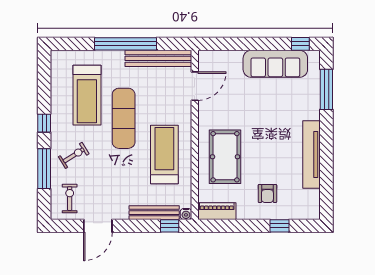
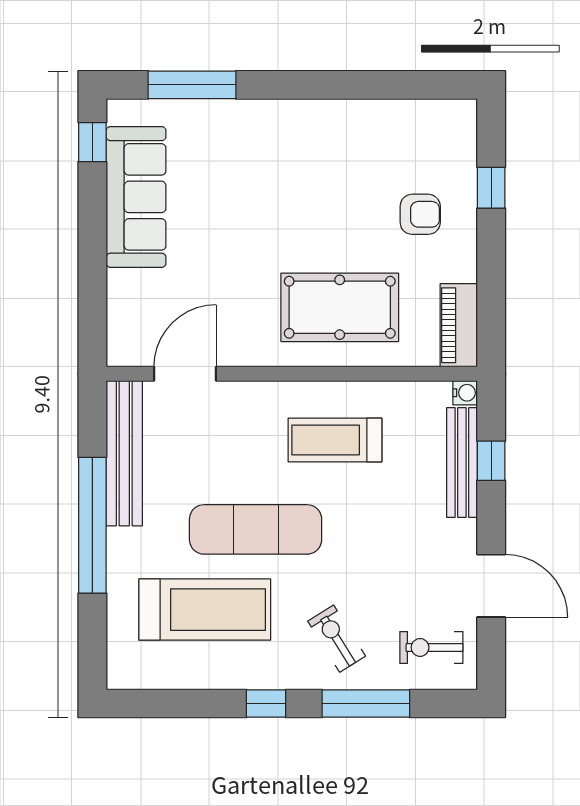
door: (195, 86) -> (185, 374), hinge flipped
treadmill: (164, 155) -> (335, 440), width x0.73, depth x0.73
tv unit: (311, 155) -> (335, 118), removed
window: (170, 226) -> (491, 461), moved

